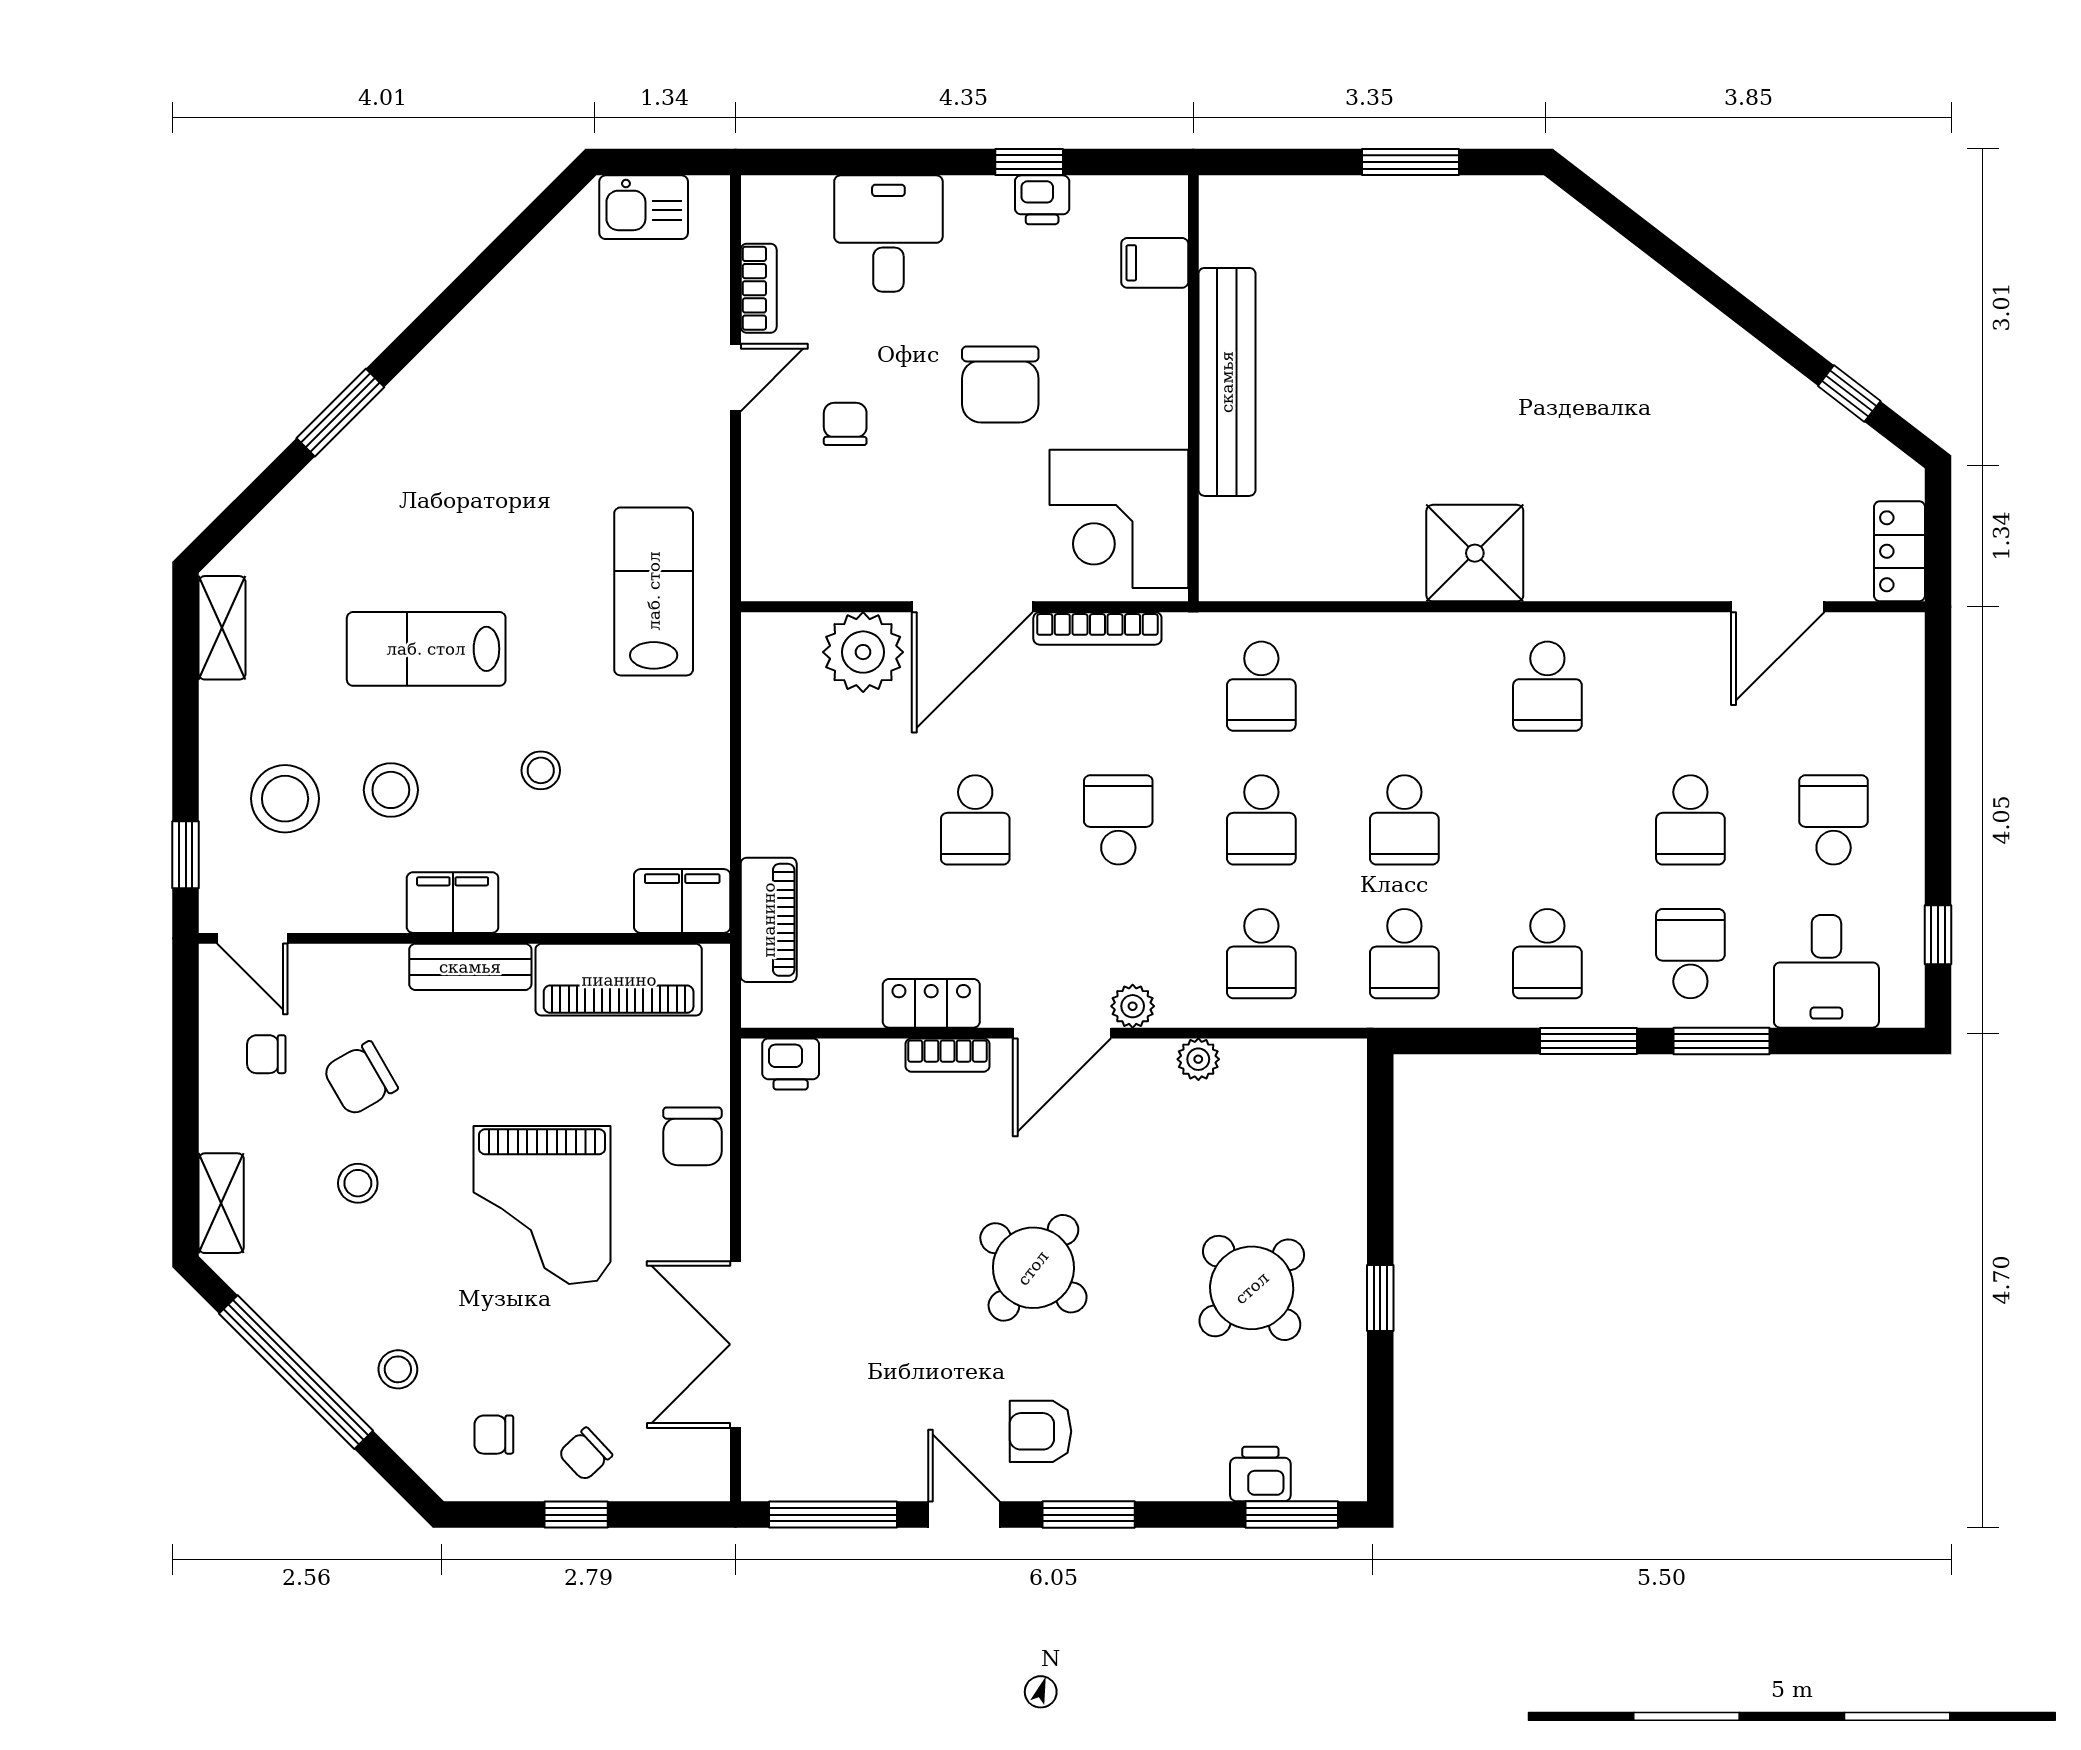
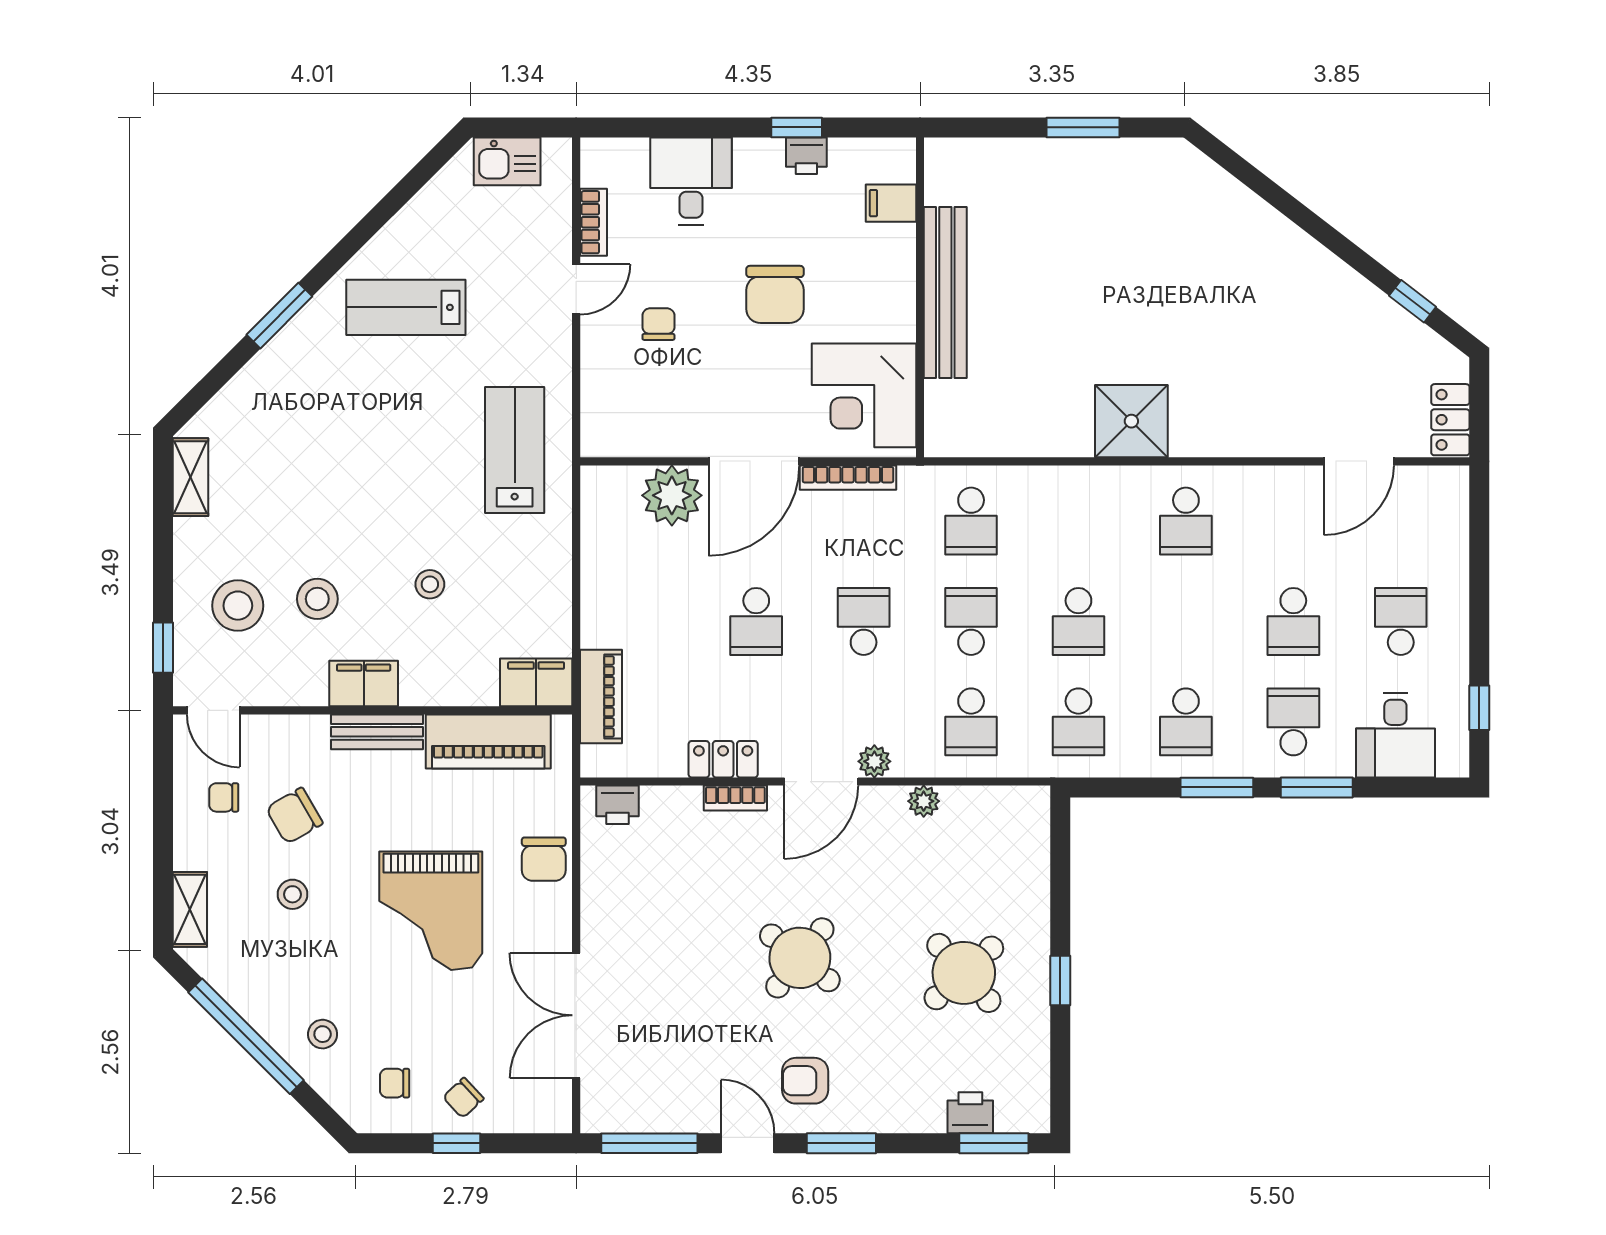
lab bench: (426, 649) -> (406, 307), moved
school desk: (1261, 820) -> (971, 621), turned 180

